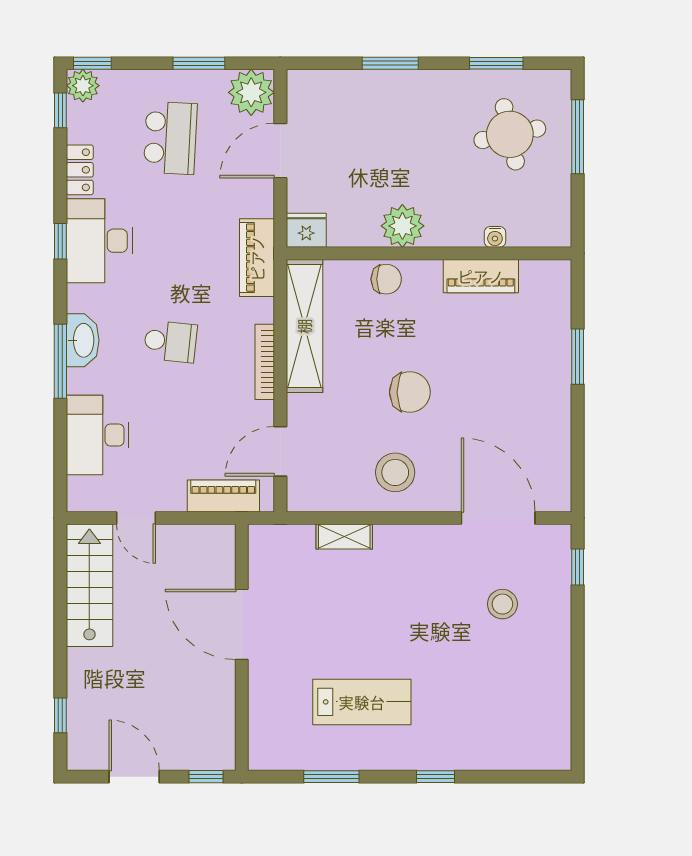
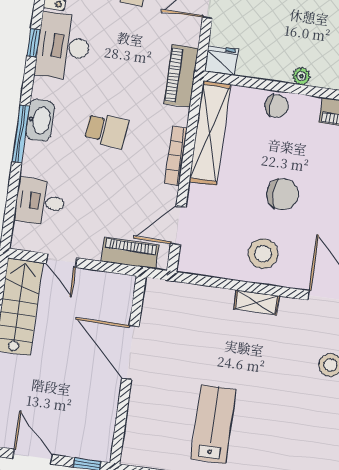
plant: (402, 226) -> (301, 76), width x0.53, depth x0.53
desk: (98, 435) -> (40, 202), width x0.73
shelving: (344, 537) -> (256, 302), moved
lab bench: (362, 702) -> (213, 424), turned -90

